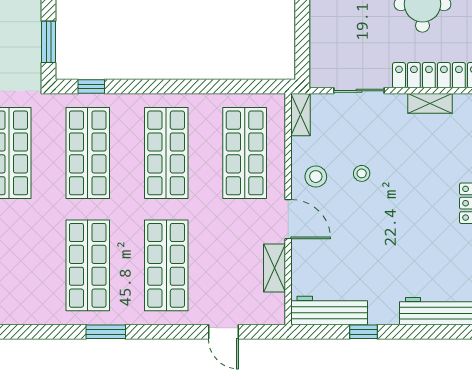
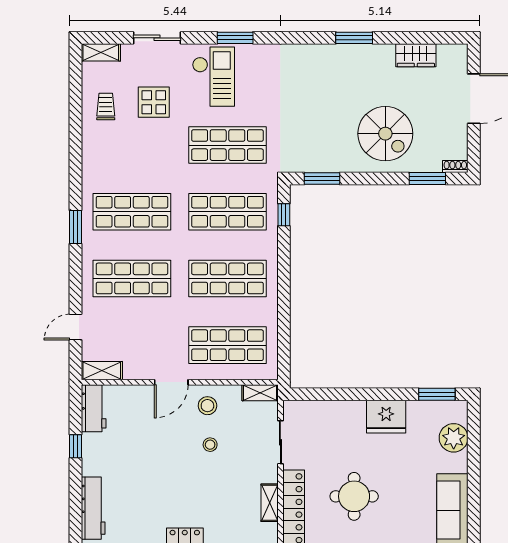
shelving: (275, 268) -> (102, 371), moved
workbench: (329, 311) -> (94, 408), width x0.73

